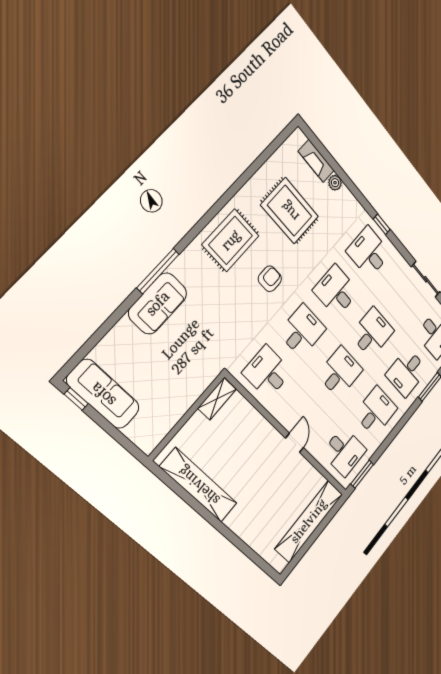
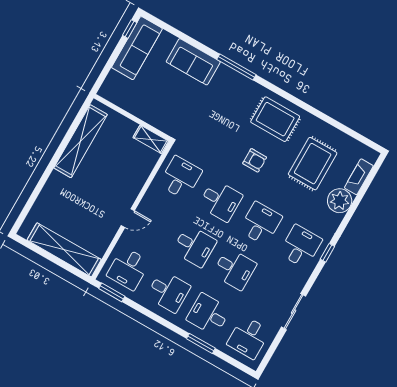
plant: (335, 183) -> (340, 201), width x1.88, depth x1.88
sofa: (158, 303) -> (193, 62), moved

